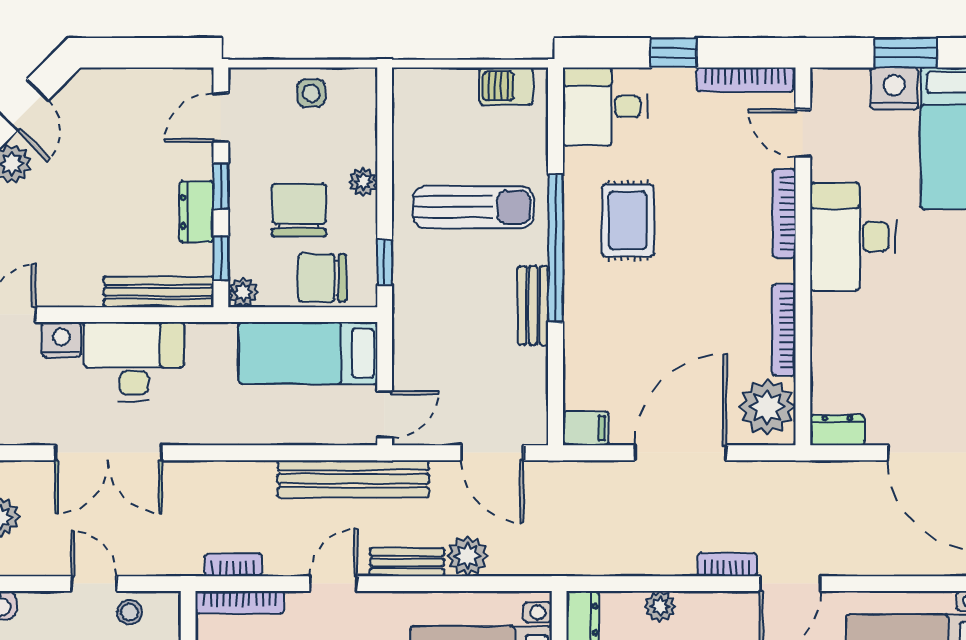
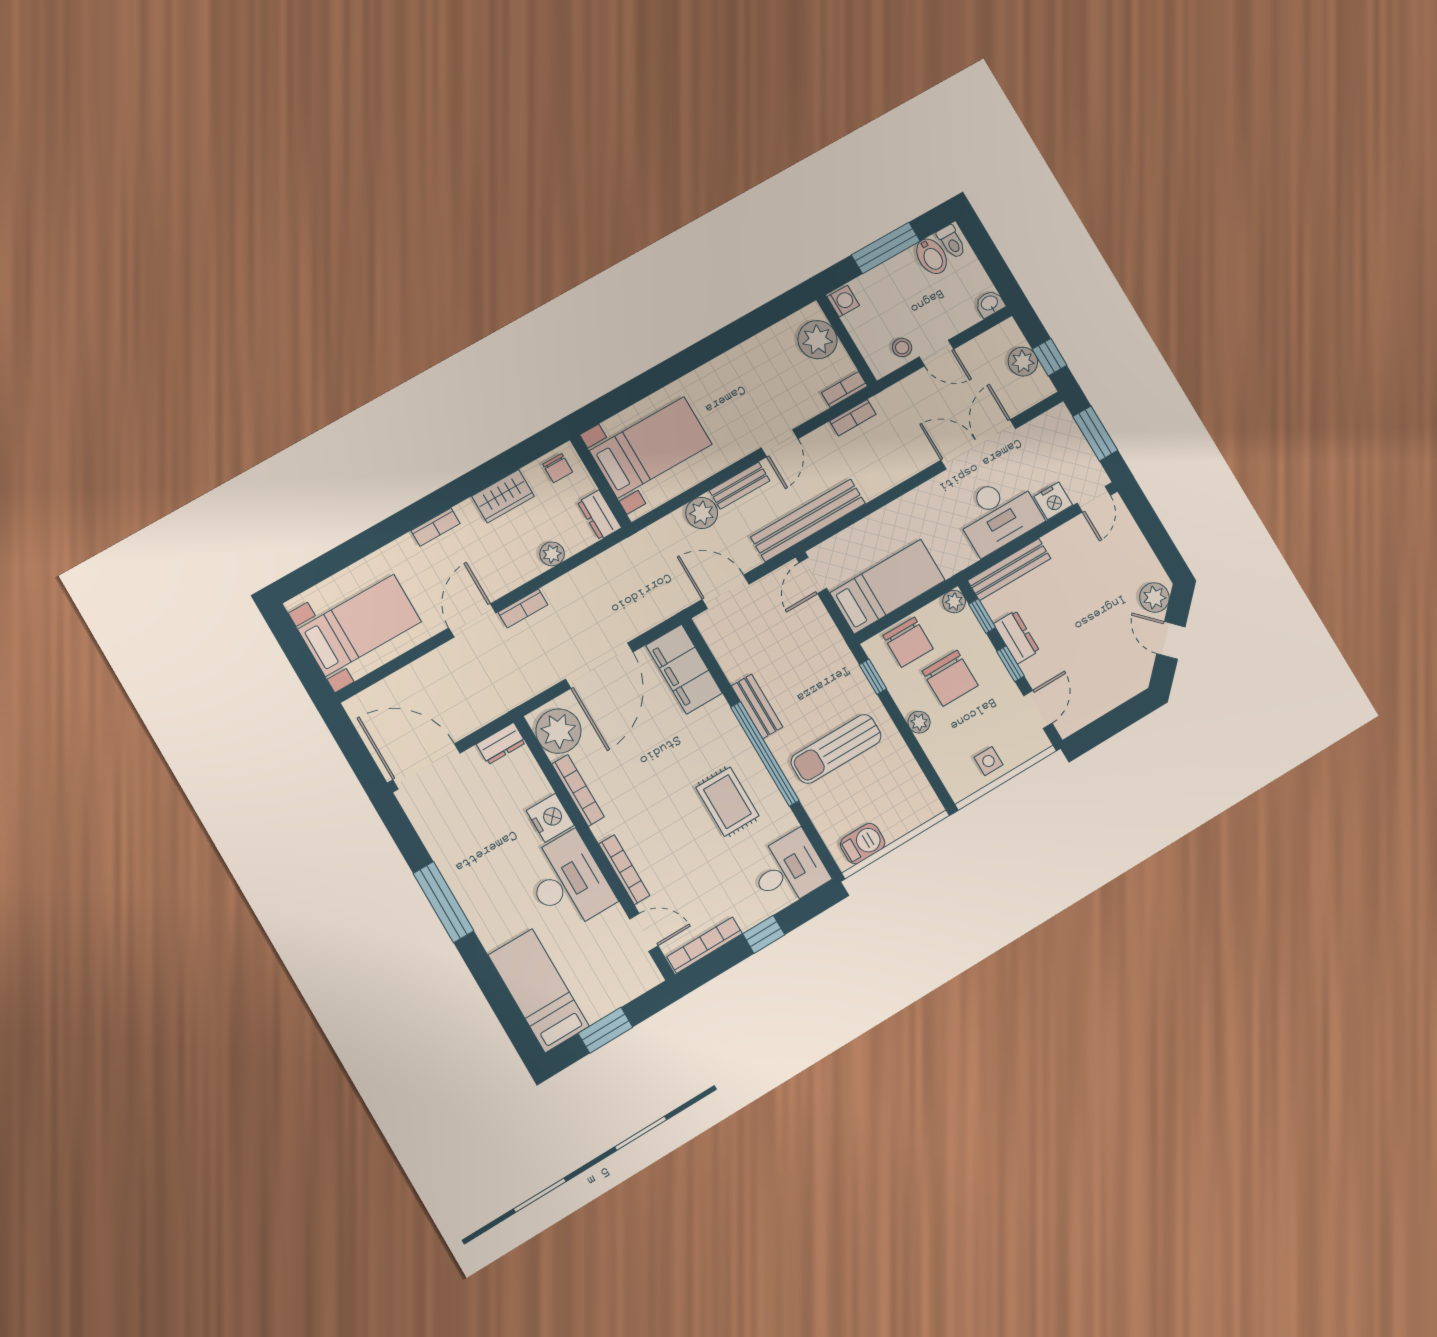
nightstand: (894, 89) -> (550, 818), moved, turned -90
chair: (322, 278) -> (908, 642), turned 90
filing cabinet: (586, 428) -> (684, 669), width x3.00, depth x1.17
bookcase: (240, 602) -> (845, 389), width x0.64

